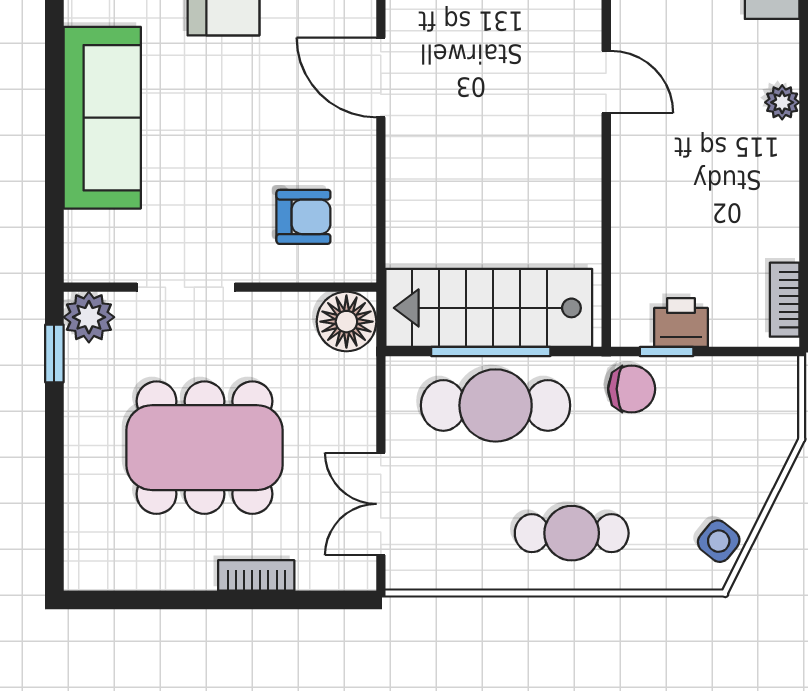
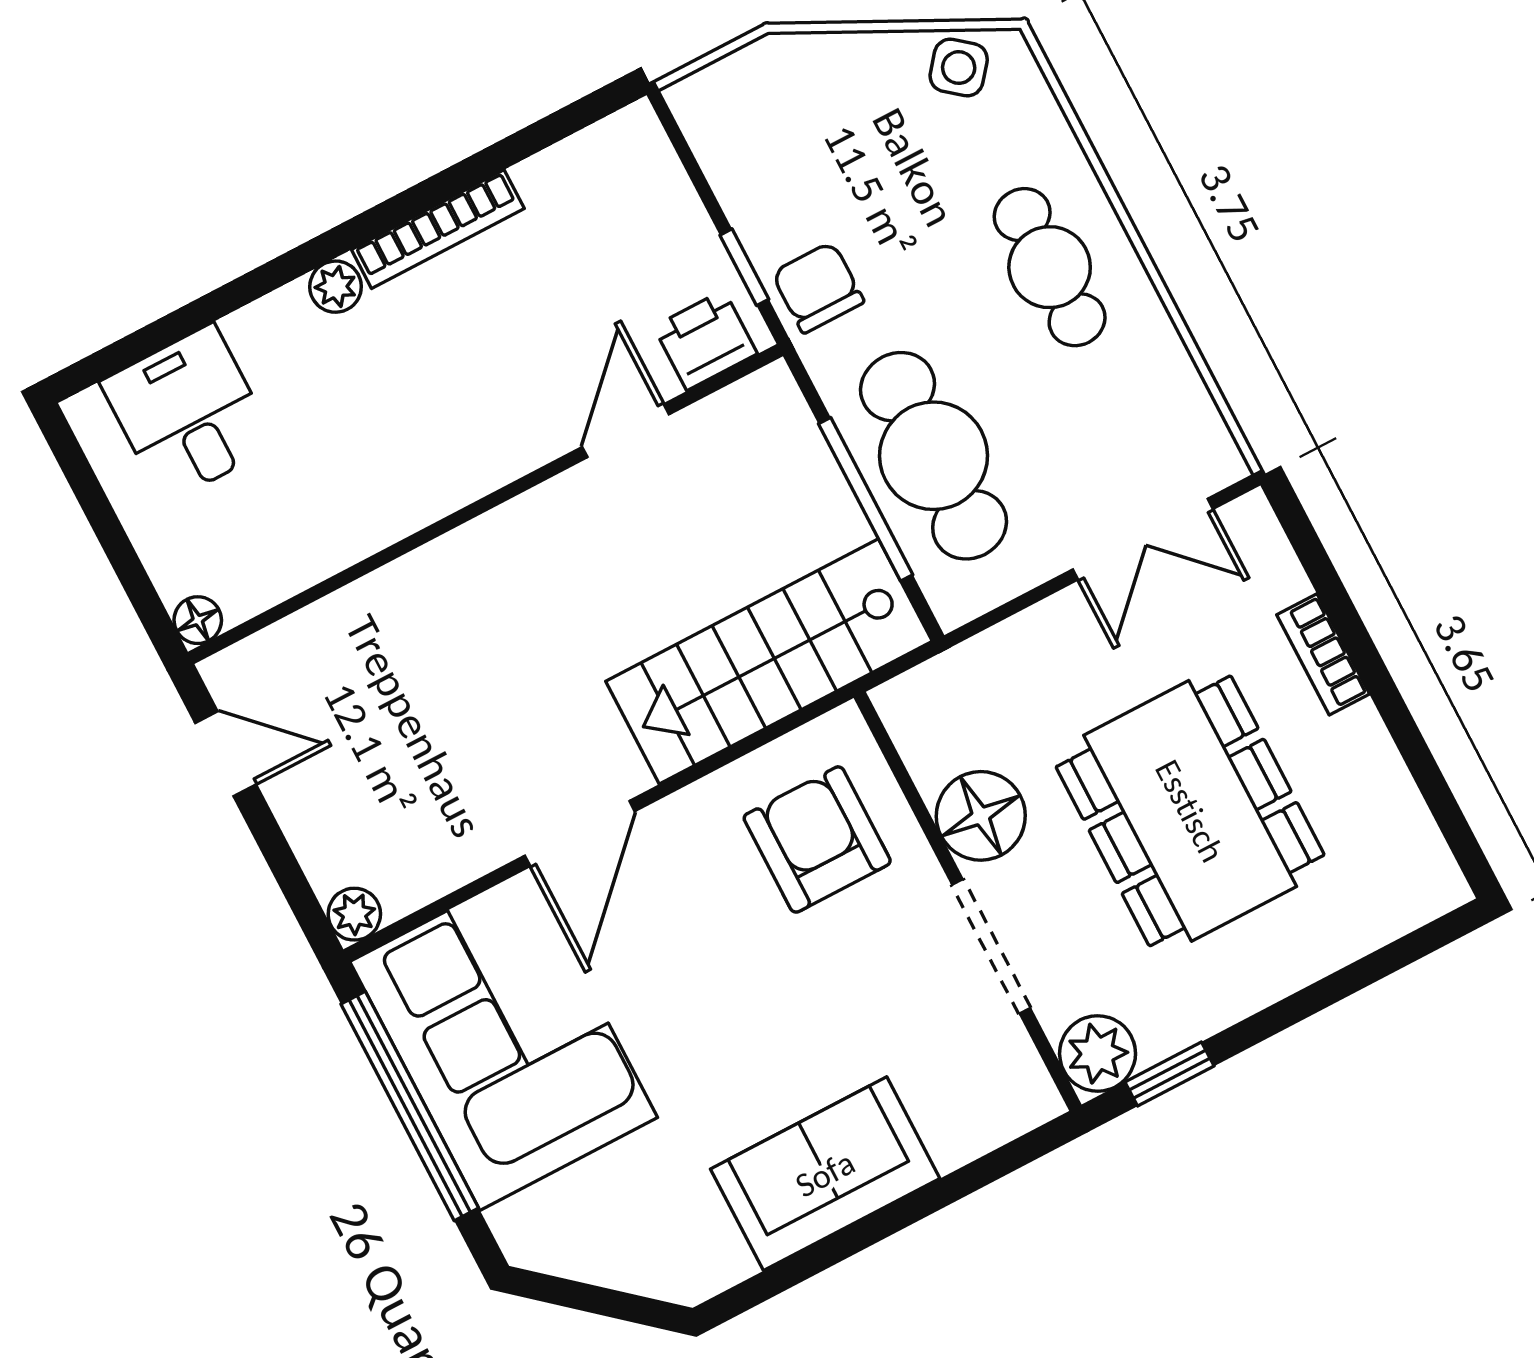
door: (606, 82) -> (626, 431), moved
sofa: (102, 118) -> (825, 1174), width x0.73
armchair: (303, 217) -> (817, 839), width x1.38, depth x1.38
bookcase: (785, 300) -> (438, 229), moved, width x1.56
stairs: (489, 308) -> (769, 661), moved, turned 90
floor lamp: (346, 322) -> (981, 816), moved
printer: (681, 323) -> (705, 340), moved, turned 90

